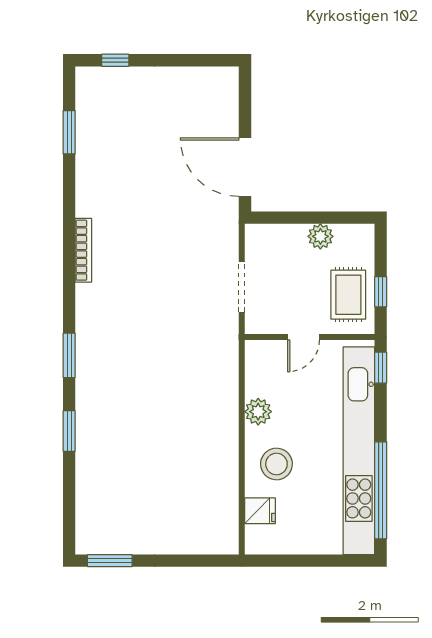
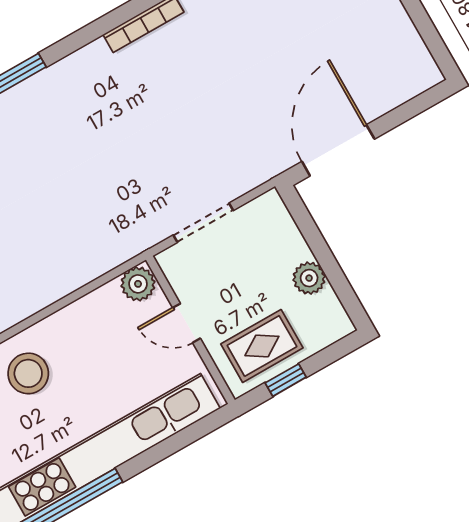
window: (381, 368) -> (201, 428), removed
plant: (258, 412) -> (138, 284), moved

